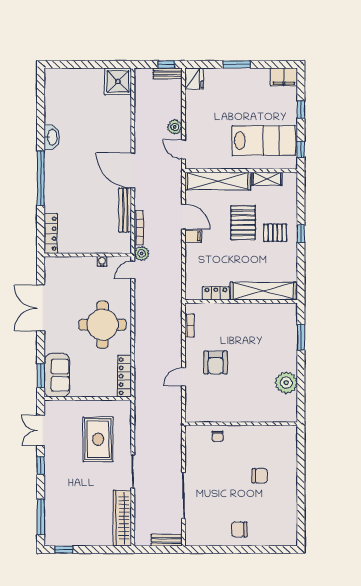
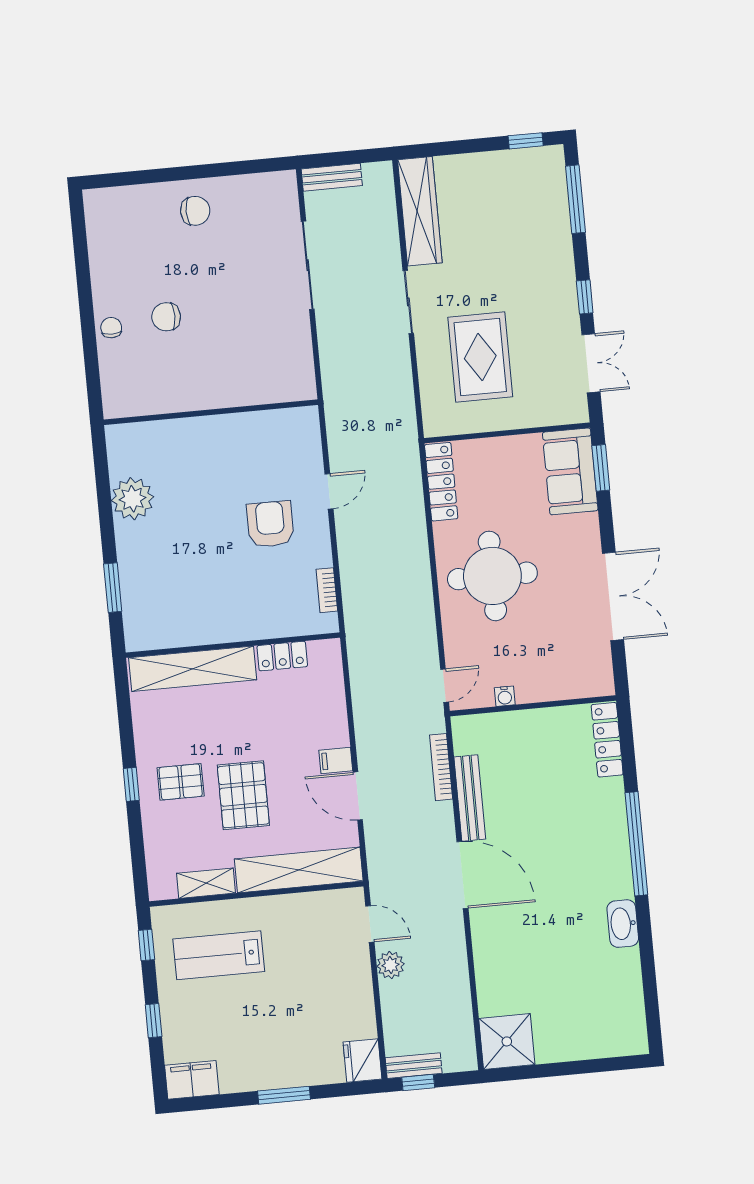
lab bench: (264, 141) -> (219, 955), width x0.73, depth x0.72
plant: (142, 253) -> (431, 719), removed
chair: (217, 436) -> (111, 328), moved

